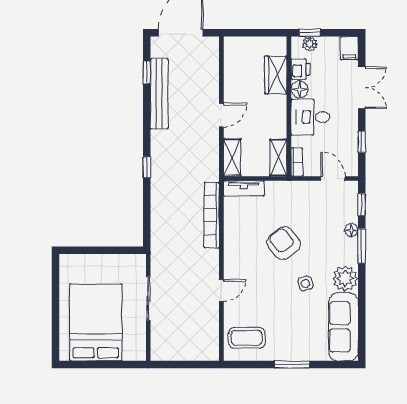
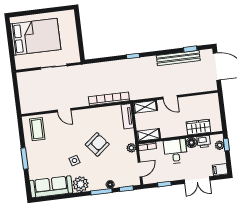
plant: (296, 188) -> (131, 148), added

